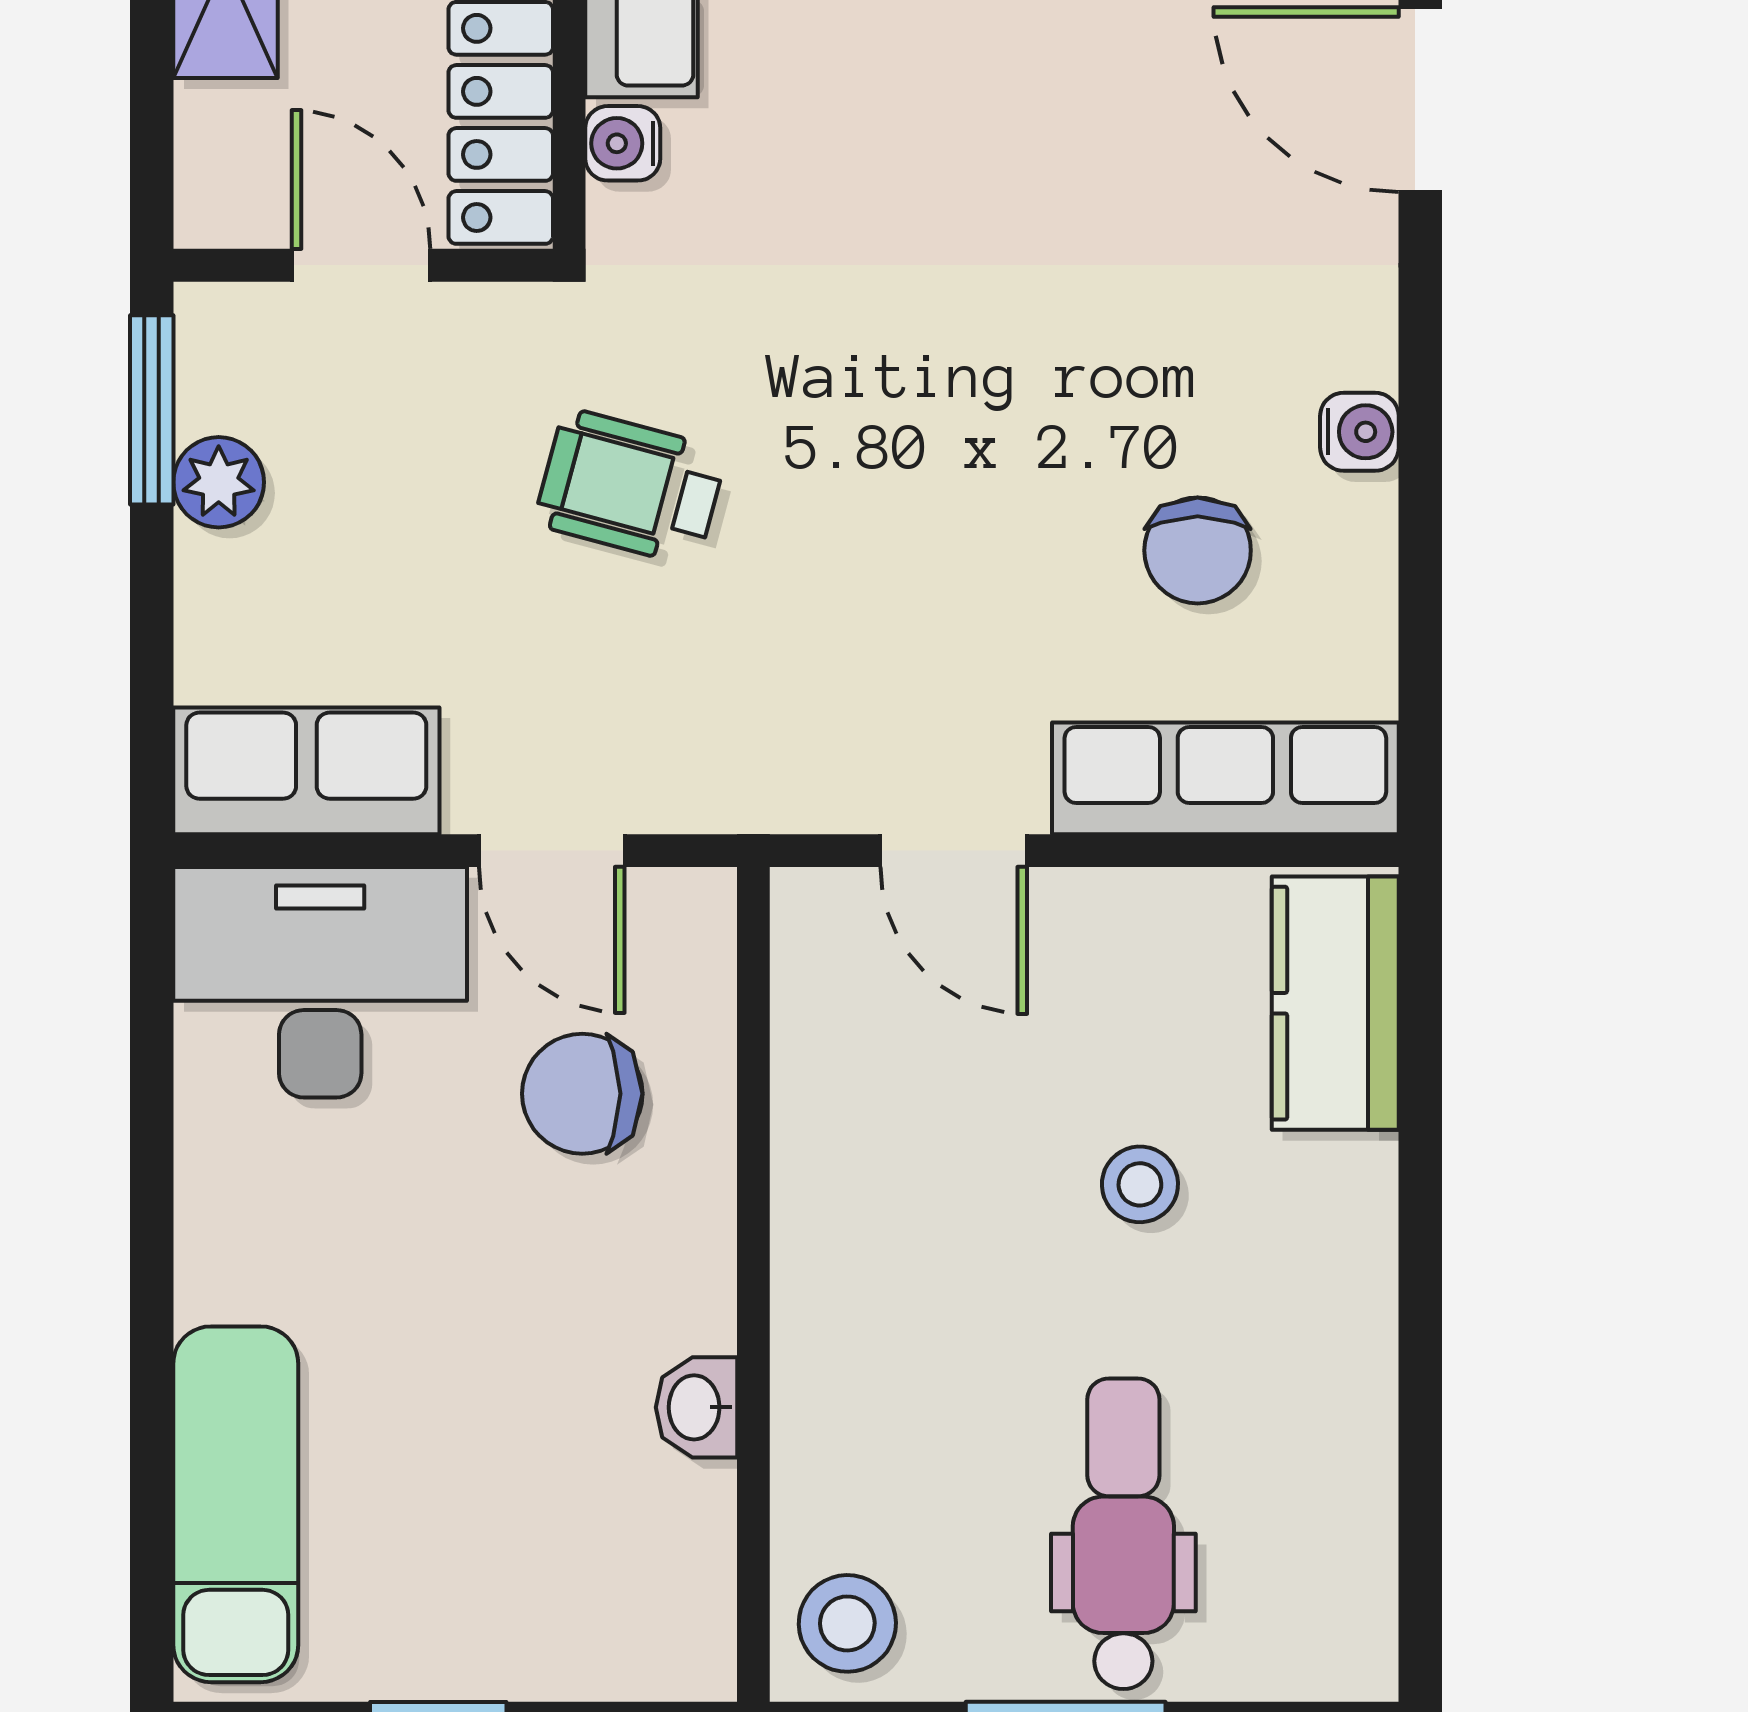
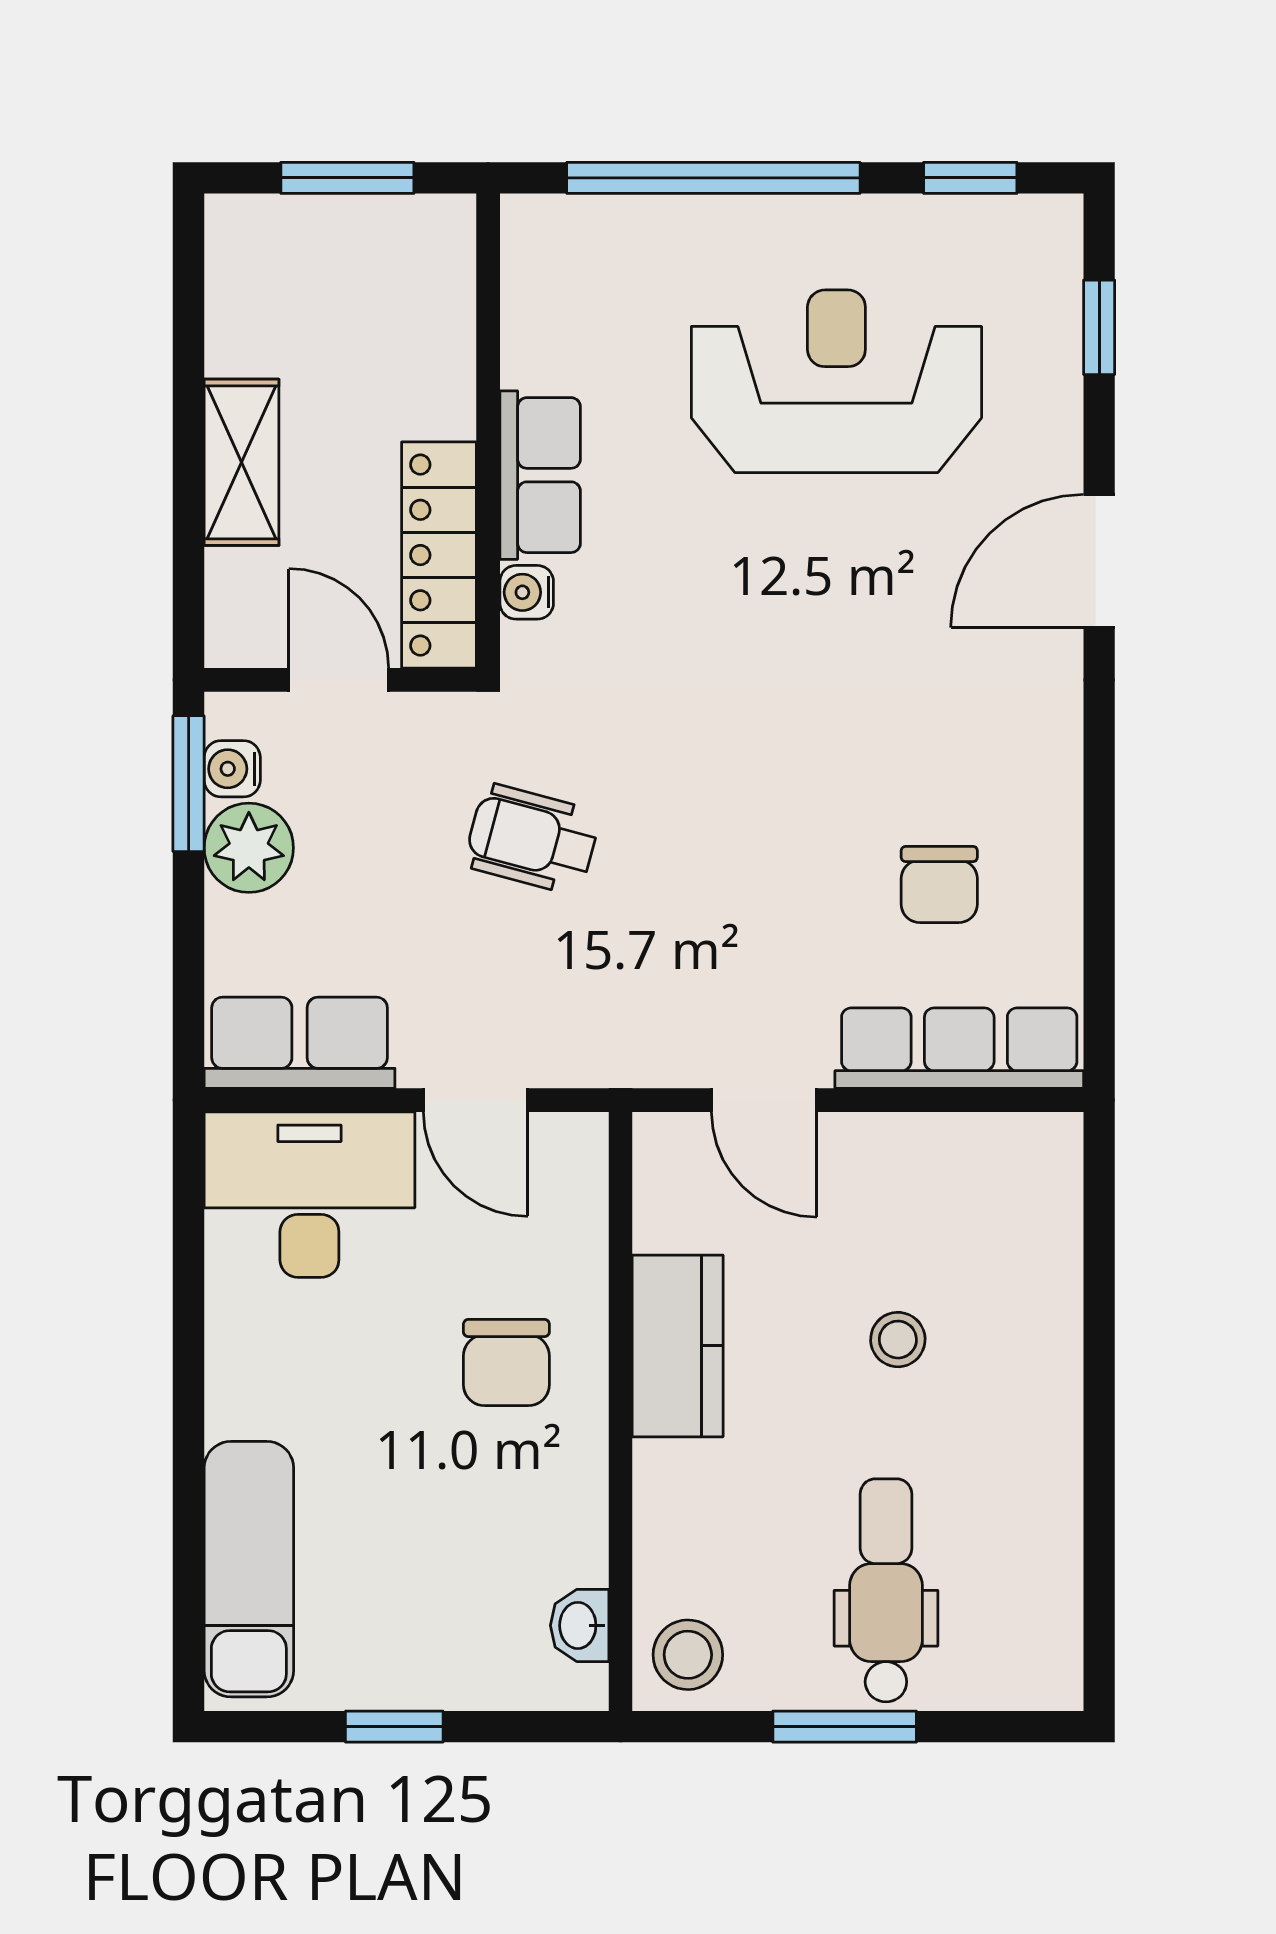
door: (1420, 100) -> (1099, 561), hinge flipped
water cooler: (1359, 432) -> (232, 769), moved, turned 180
plant: (219, 482) -> (249, 848), width x1.38, depth x1.38
kitchen counter: (1335, 1003) -> (678, 1346), moved, turned 180
chair: (582, 1094) -> (506, 1363), moved, turned -90
washbasin: (696, 1407) -> (580, 1625), moved

